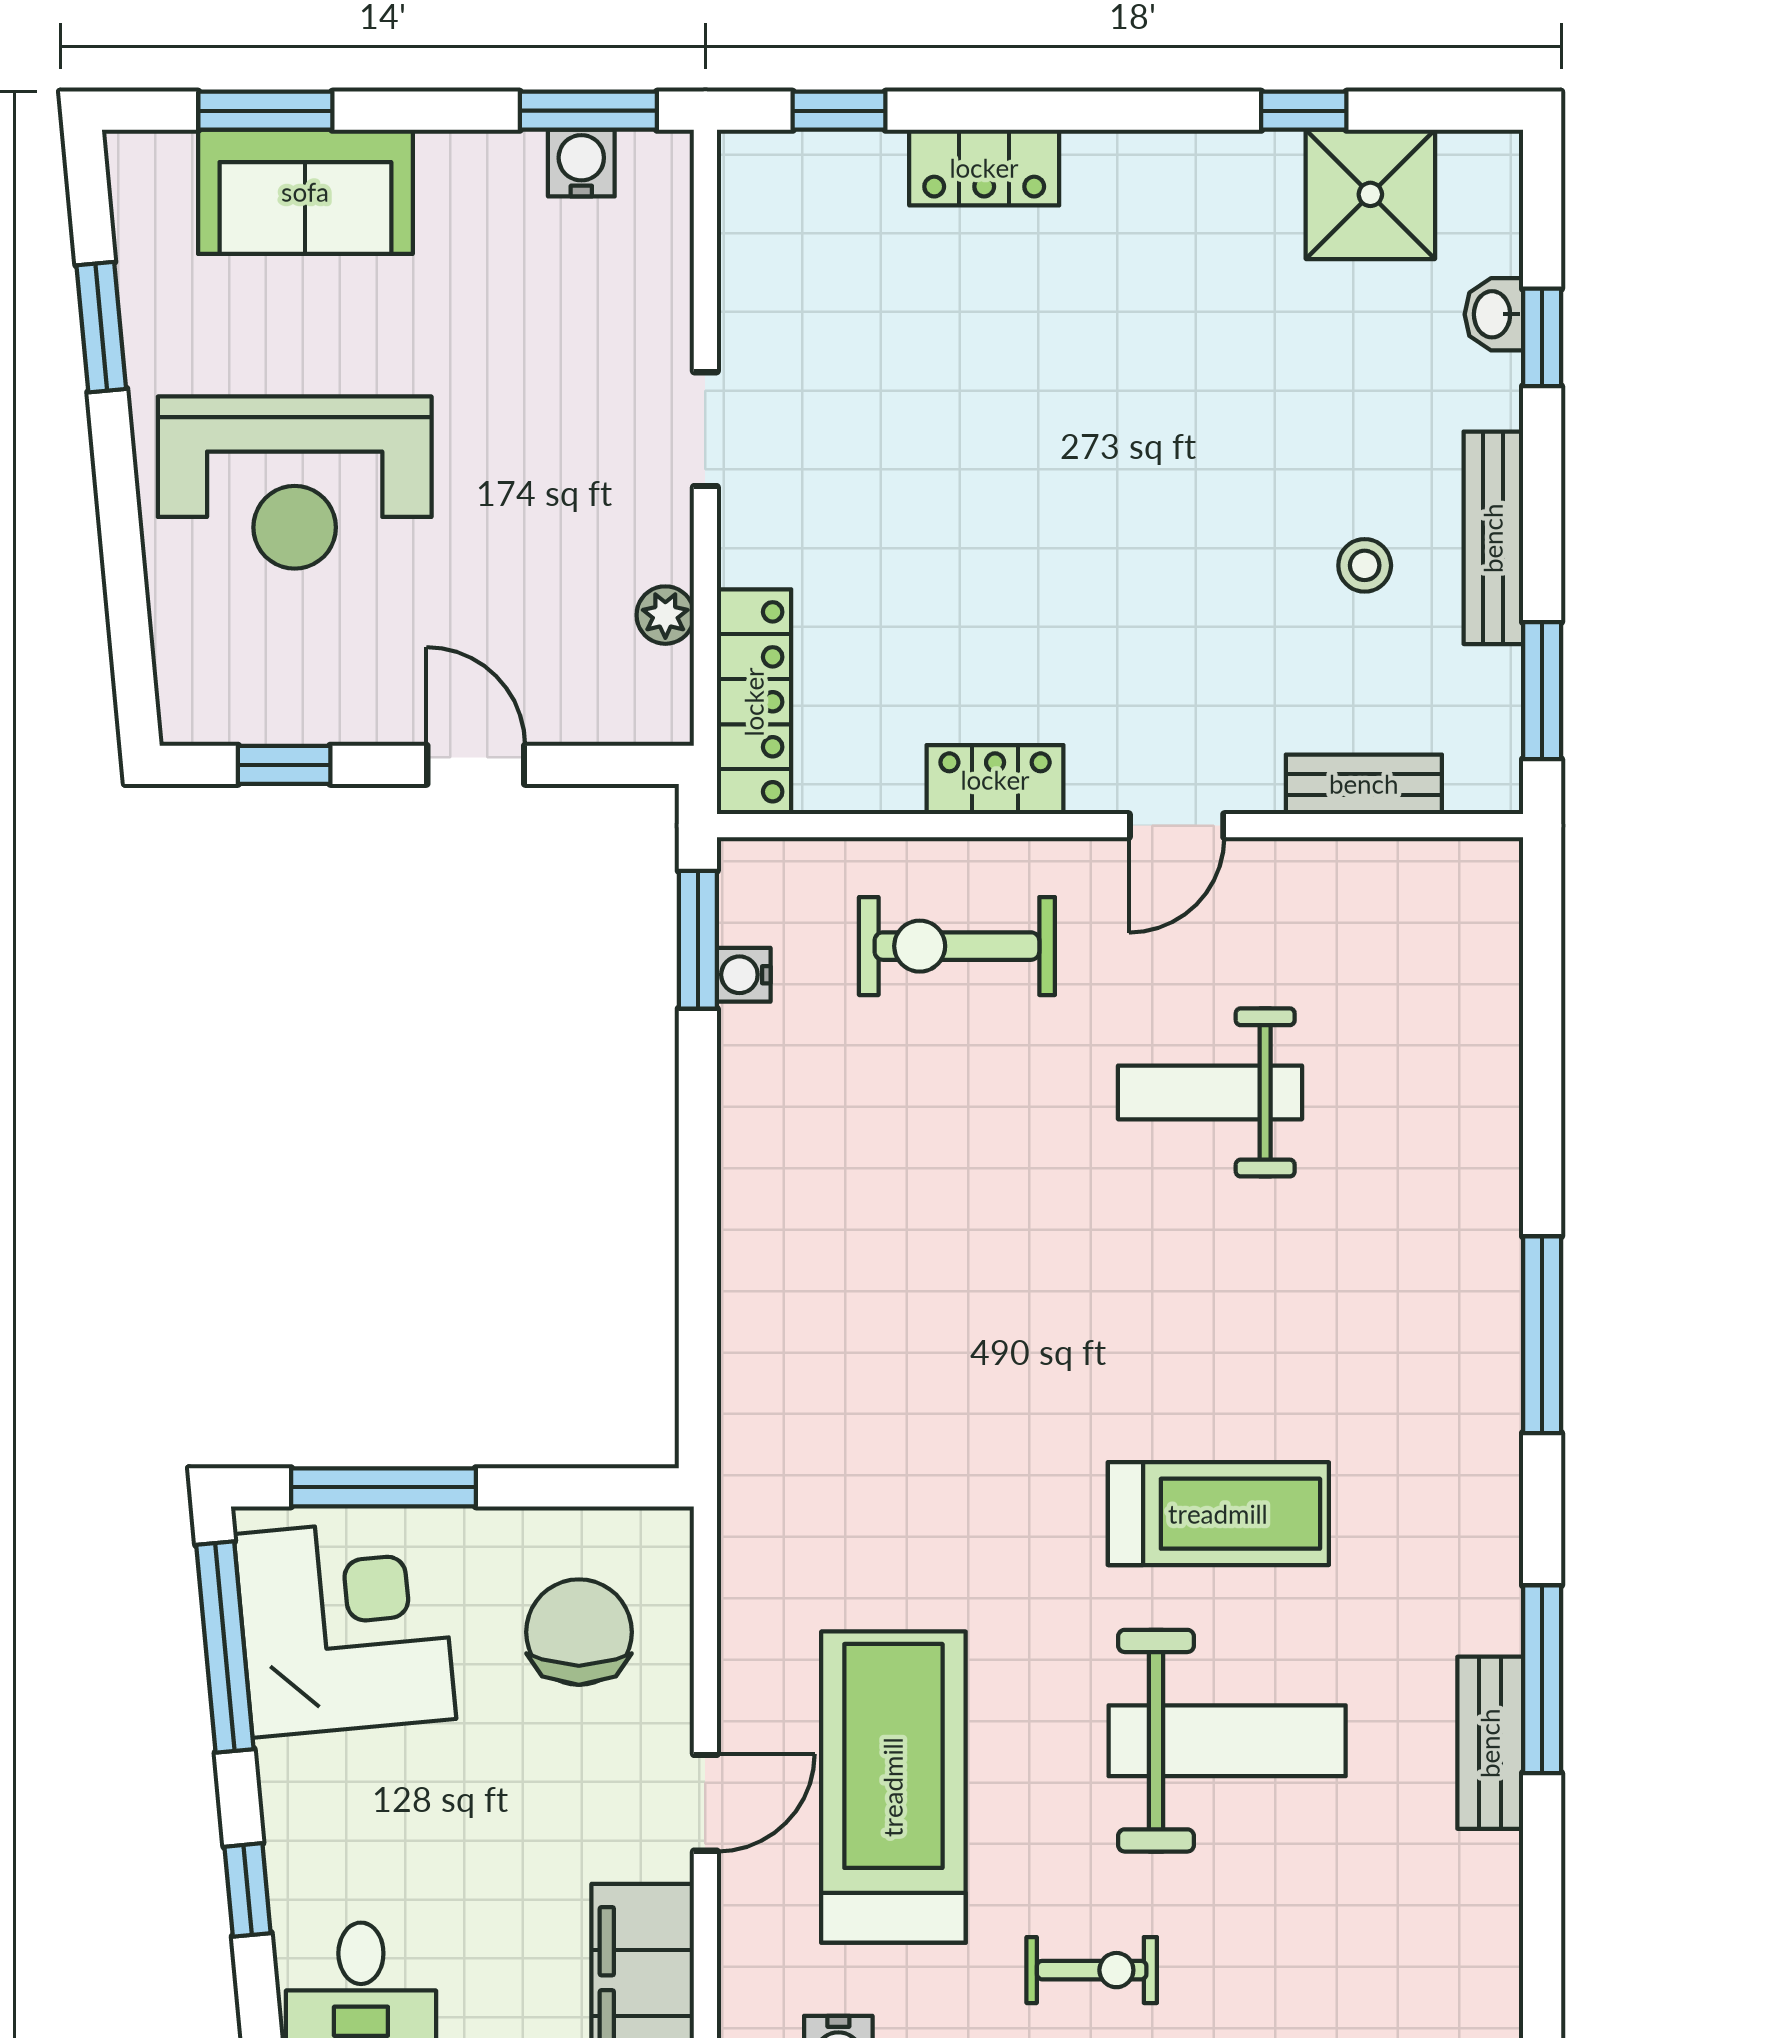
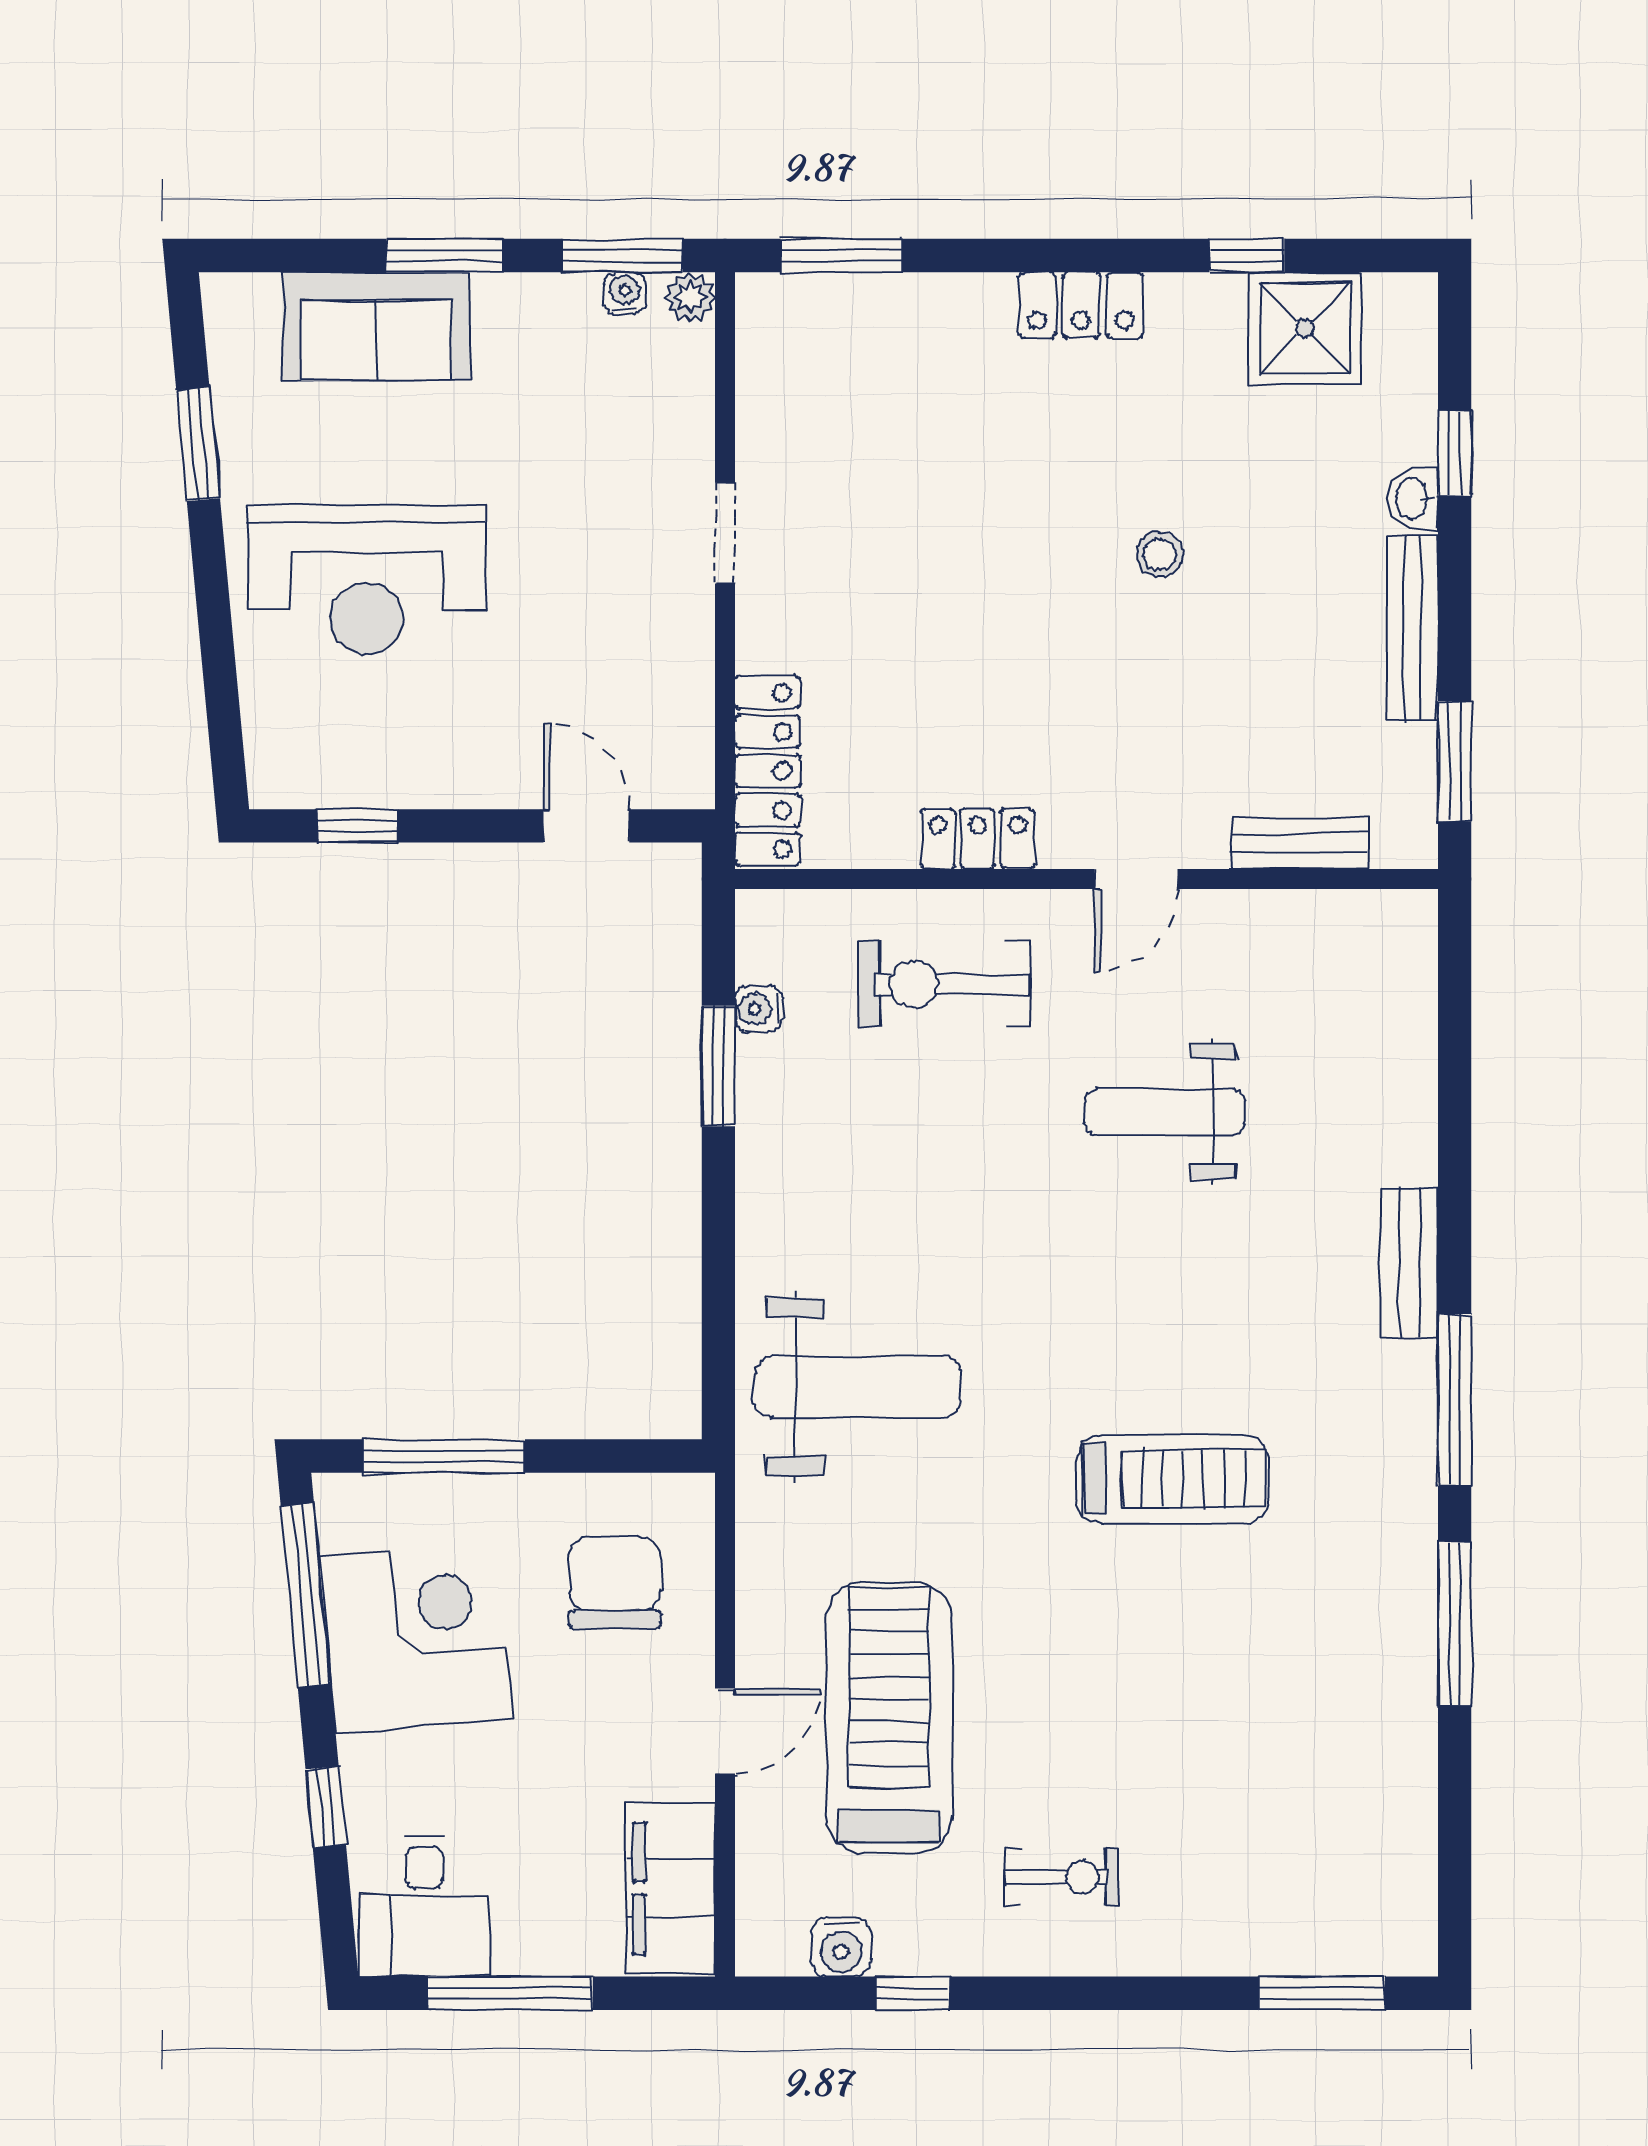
window: (265, 111) -> (445, 255), moved
window: (839, 111) -> (842, 255), width x1.50
water cooler: (581, 163) -> (625, 293), width x0.72, depth x0.72
locker: (984, 168) -> (1081, 305), moved
washbasin: (1494, 314) -> (1413, 499), moved
stool: (1365, 565) -> (1160, 555), moved
plant: (665, 615) -> (690, 297), moved
door: (476, 765) -> (586, 826), moved
window: (698, 940) -> (718, 1066), moved
window: (1542, 1335) -> (1455, 1400), moved
corner desk: (345, 1626) -> (416, 1637), moved
weight bench: (1227, 1741) -> (858, 1387), moved
bench: (1490, 1743) -> (1409, 1263), moved

